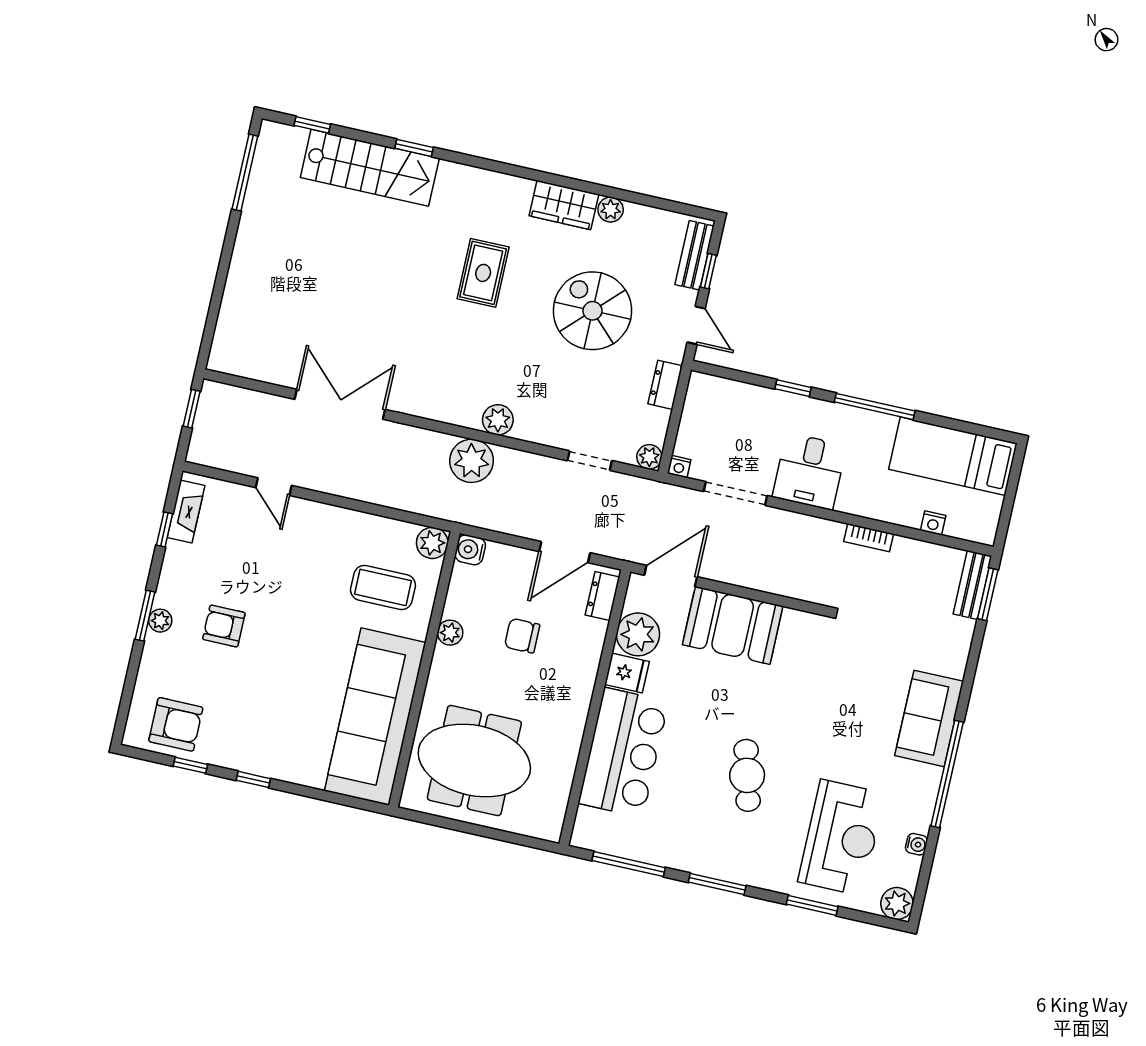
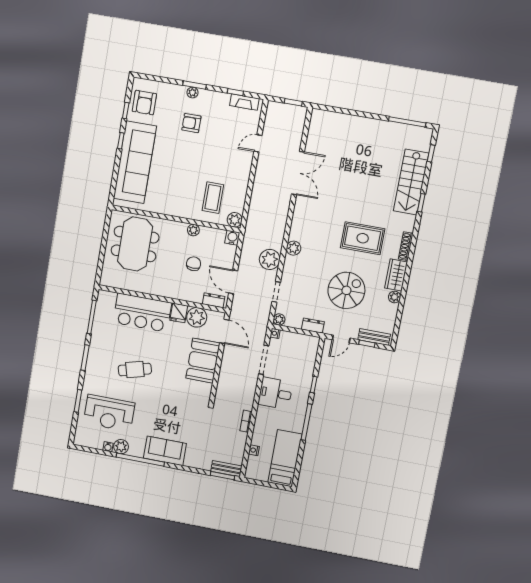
shoe rack: (504, 183) -> (406, 246), added
rug: (483, 273) -> (363, 238), width x1.36, depth x1.43
plant: (472, 461) -> (270, 259), moved
armchair: (224, 626) -> (191, 123), turned -90
sofa: (375, 717) -> (135, 162), moved, turned 90
plant: (897, 903) -> (121, 447), moved

